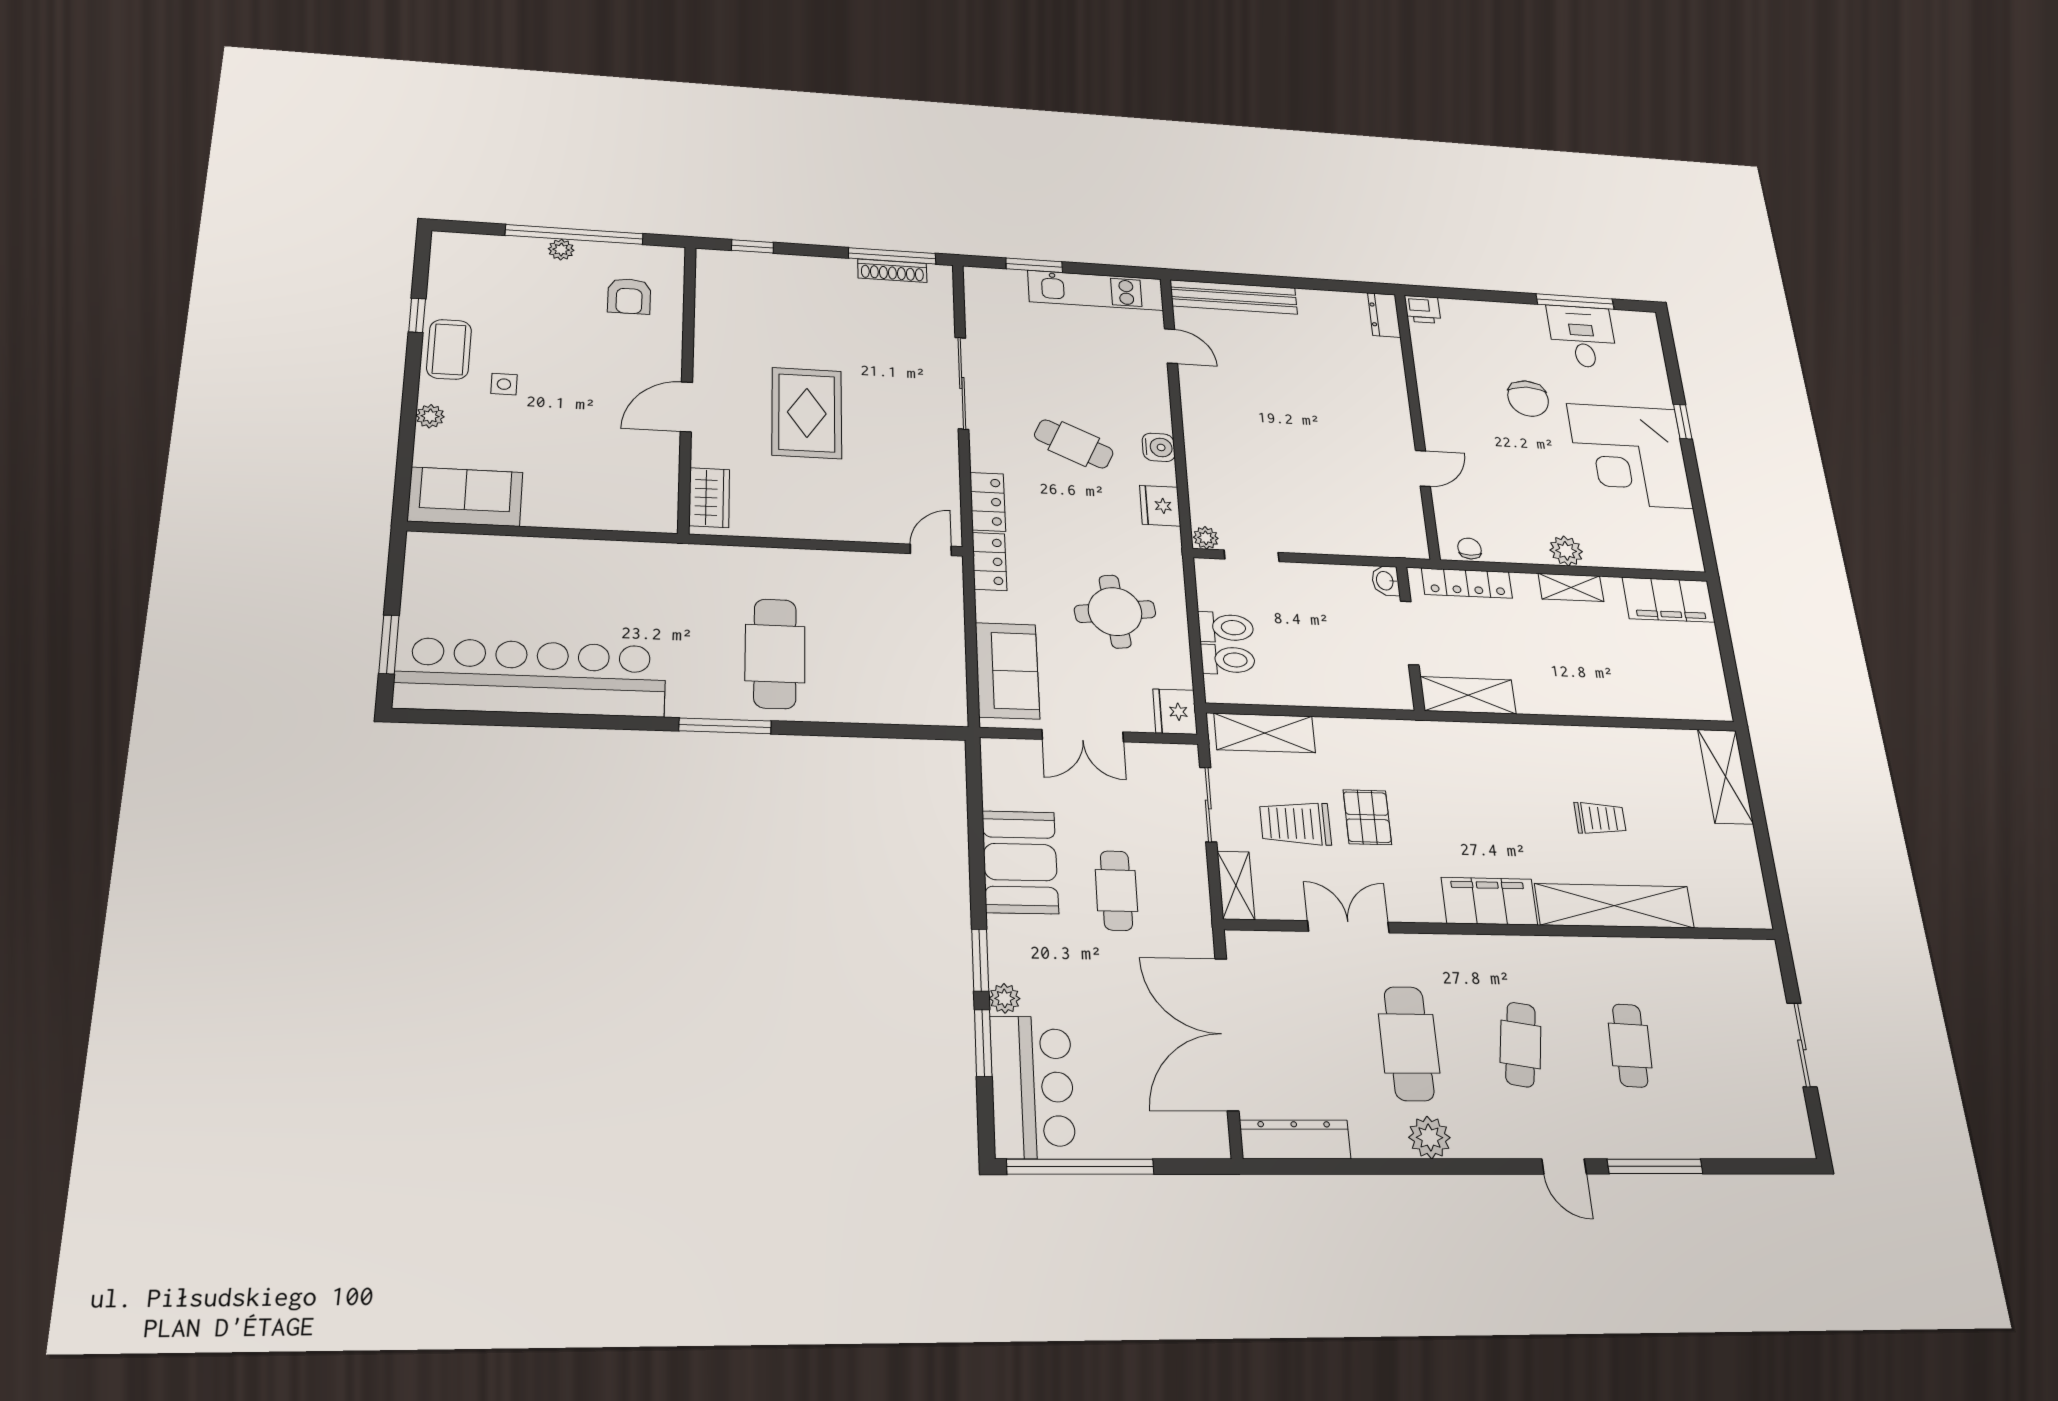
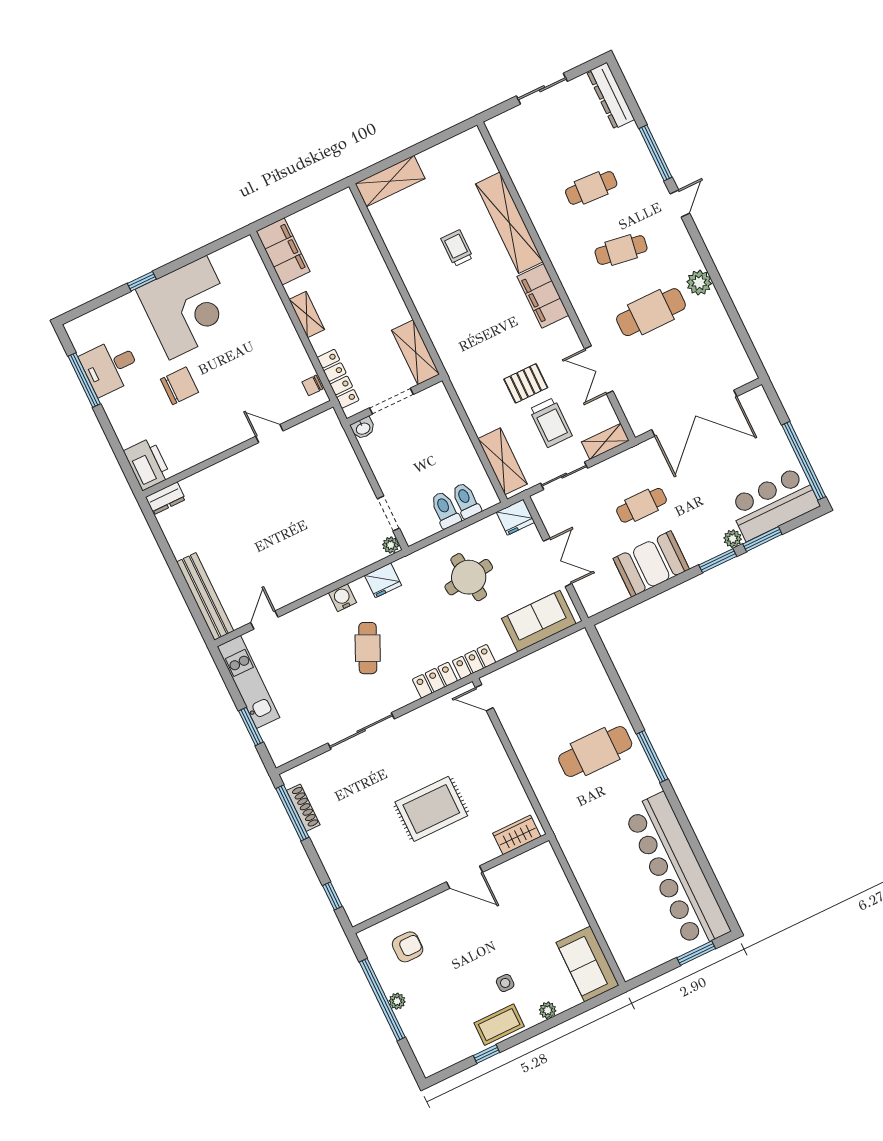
printer: (1423, 309) -> (147, 464), width x1.87, depth x1.48
plant: (1566, 551) -> (282, 326), removed
dresser: (1295, 1139) -> (611, 96), moved

